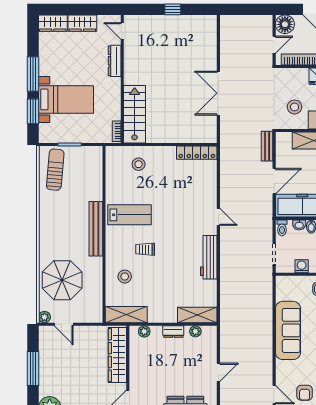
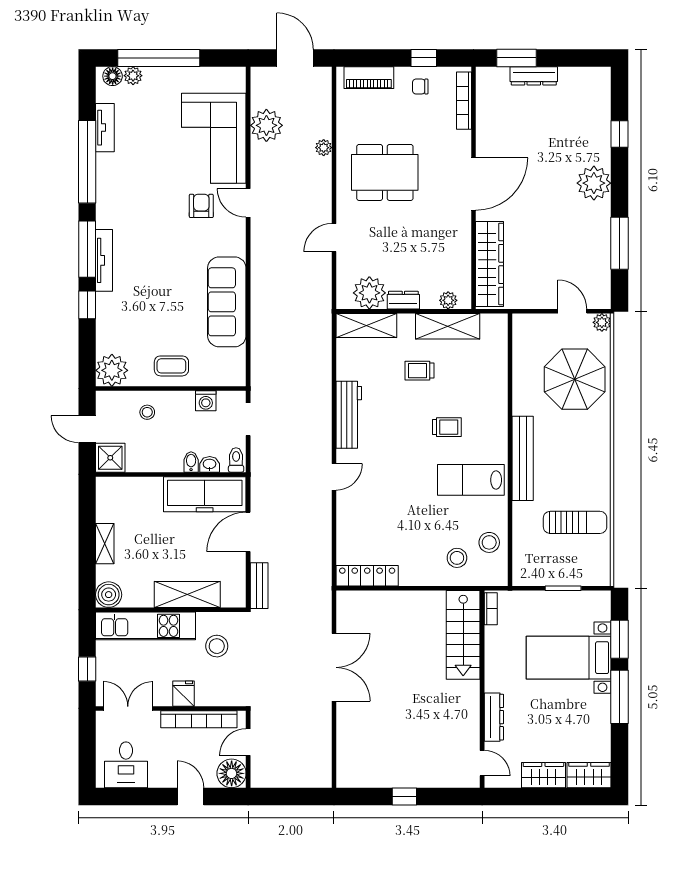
sun lounger: (55, 170) -> (575, 522), moved, turned -95
door: (218, 217) -> (334, 477), swing flipped
stool: (125, 277) -> (489, 542), moved
trolley: (163, 286) -> (419, 371), added
shelving: (126, 315) -> (448, 326), moved
plant: (195, 331) -> (369, 293), width x1.87, depth x1.87

